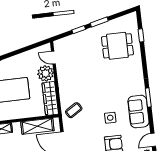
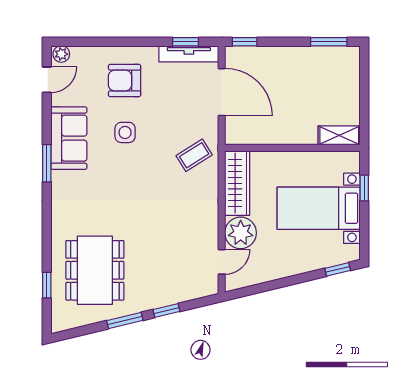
dining table: (117, 46) -> (95, 270), width x1.38
door: (53, 58) -> (222, 262), hinge flipped
shelving: (37, 126) -> (268, 132), removed

